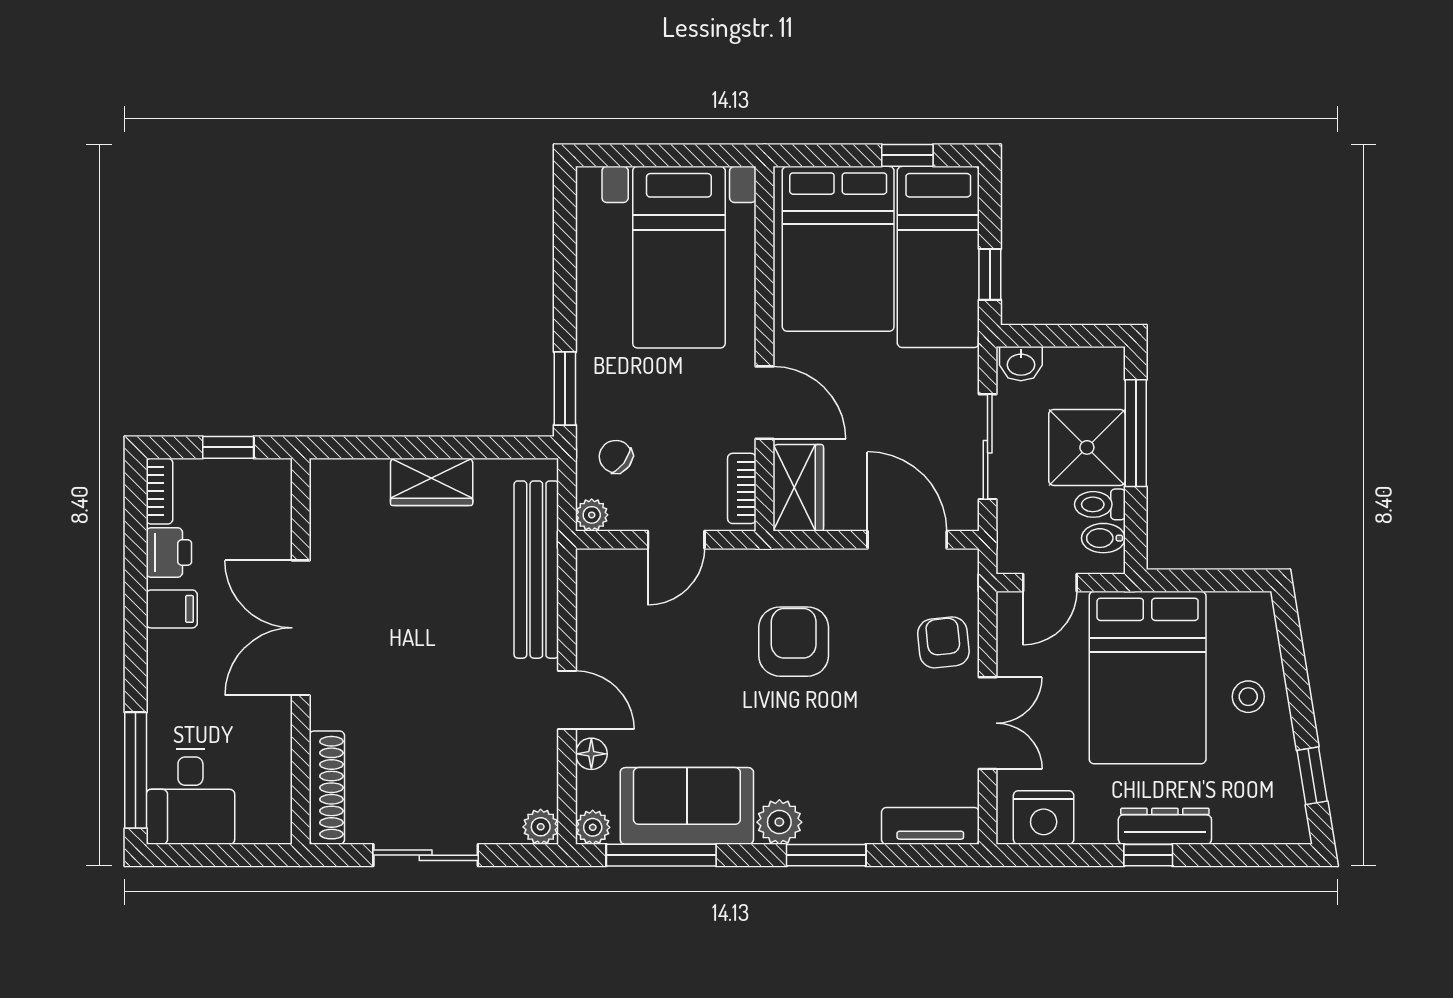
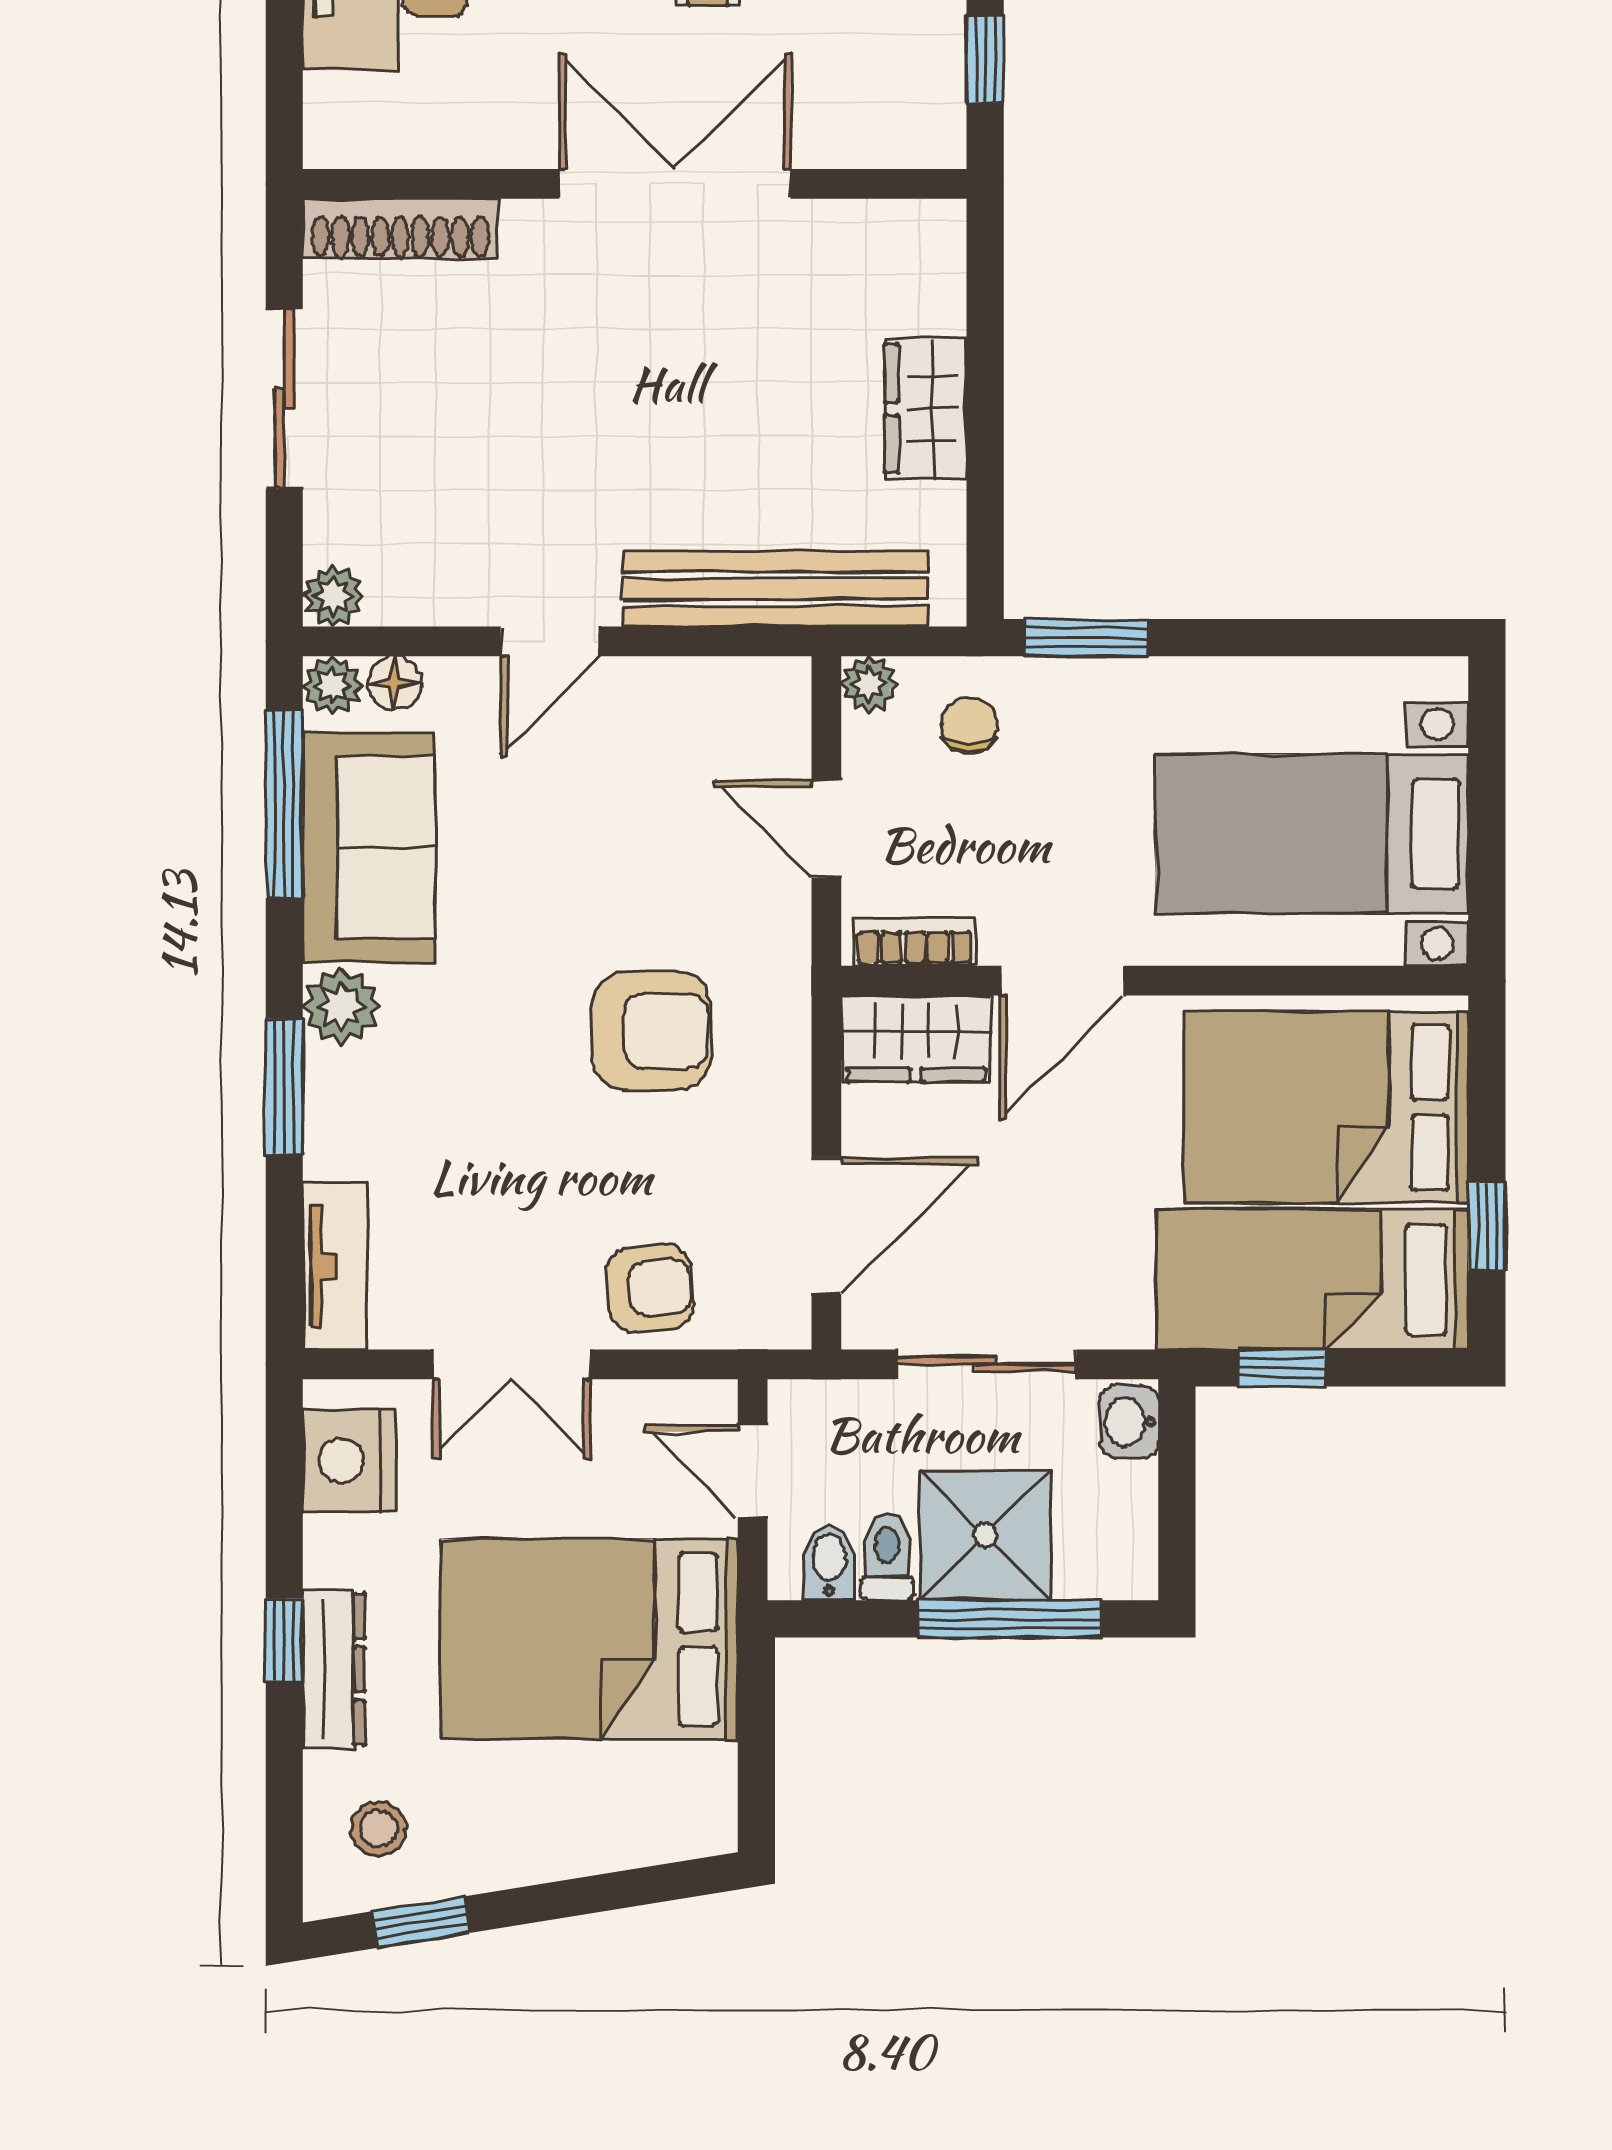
chair: (616, 457) -> (969, 725), turned -37
stool: (1248, 697) -> (379, 1828), moved
floor lamp: (591, 754) -> (395, 683), moved

